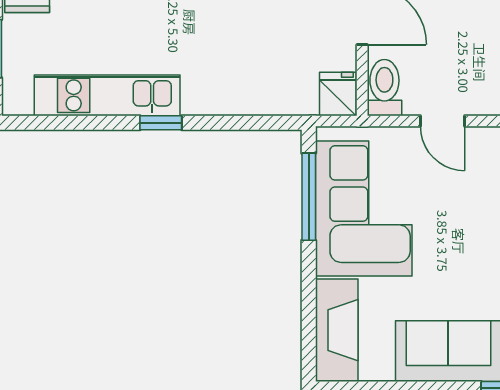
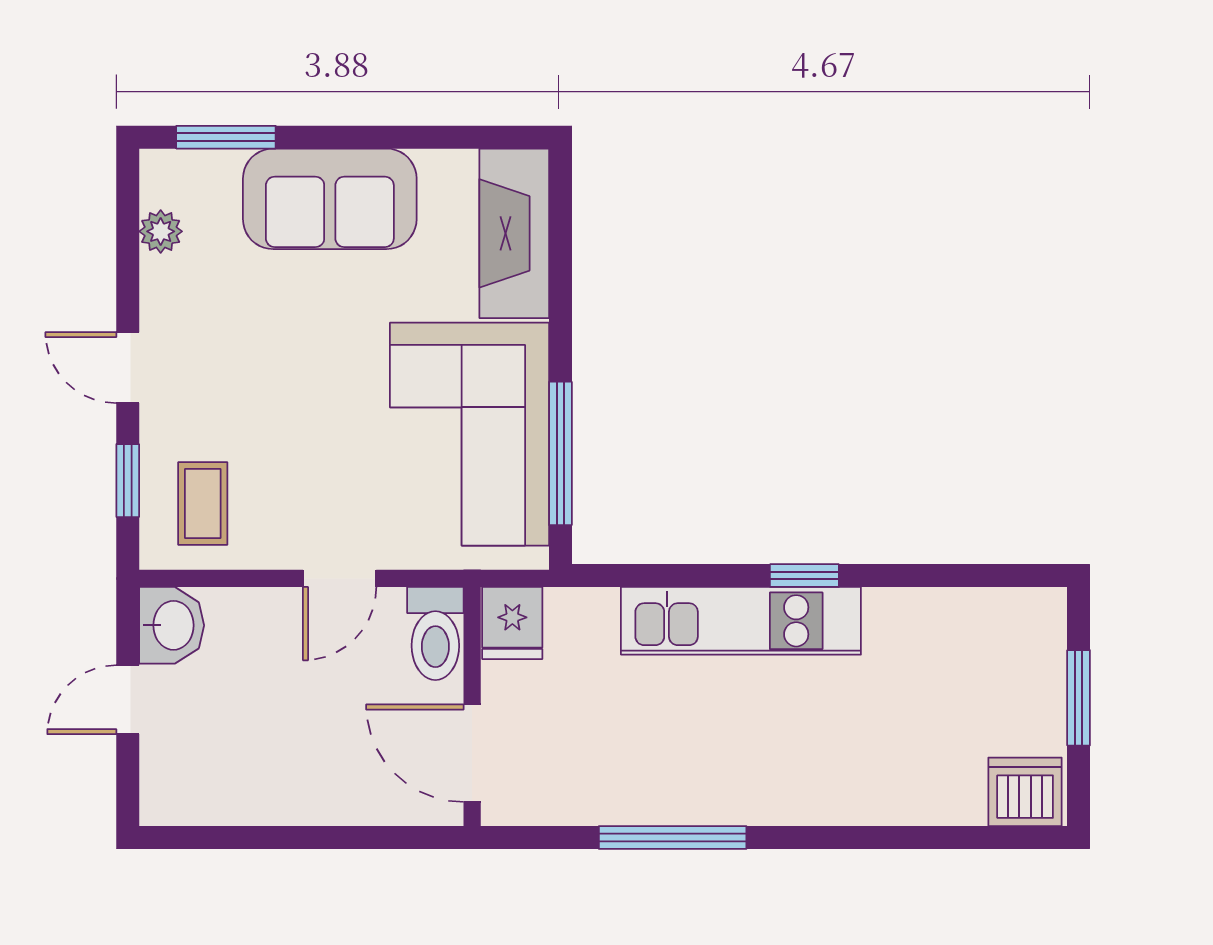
kitchen unit: (107, 95) -> (741, 621), moved
door: (442, 121) -> (340, 578), swing flipped

